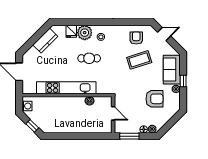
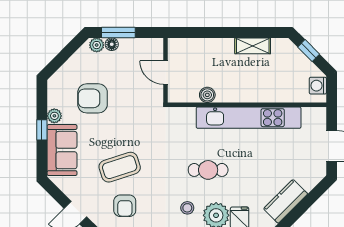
shelving: (64, 129) -> (253, 46), added
window: (129, 136) -> (118, 32), moved

